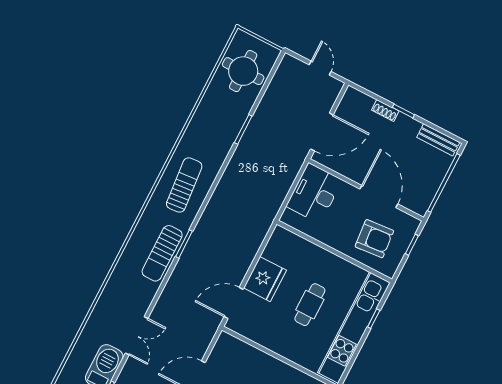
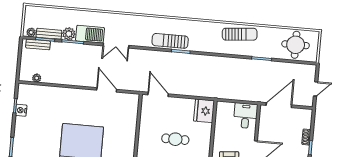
door: (322, 132) -> (279, 105), swing flipped
sun lounger: (184, 185) -> (240, 34), moved
desk: (314, 193) -> (246, 116), width x0.73
fridge: (265, 279) -> (204, 111), moved, turned 90

